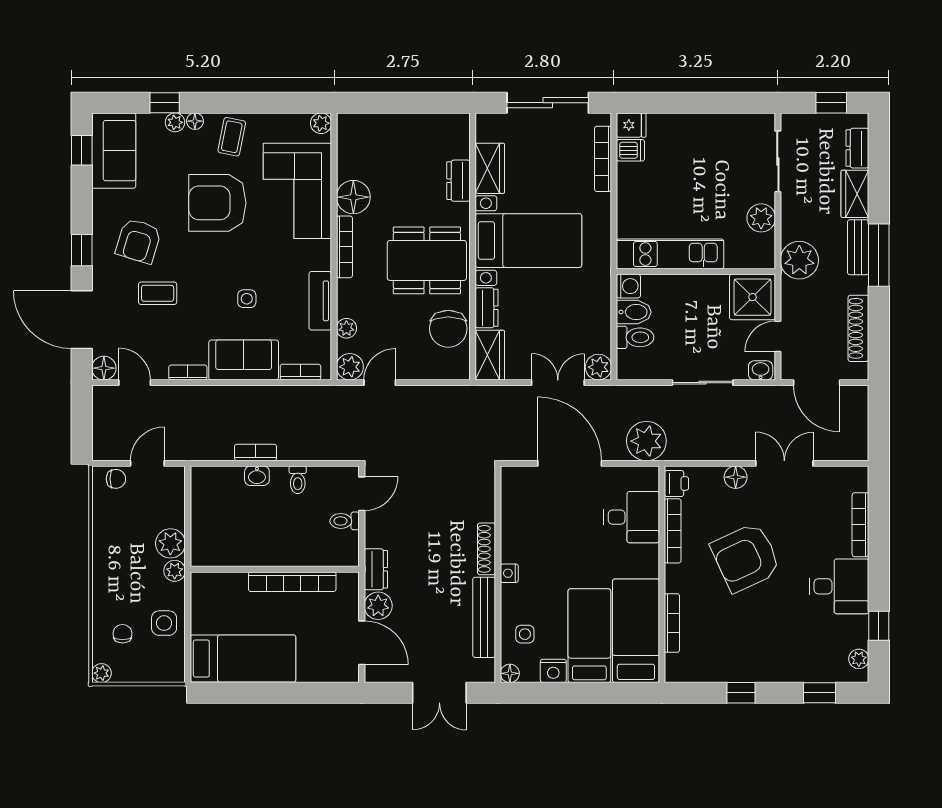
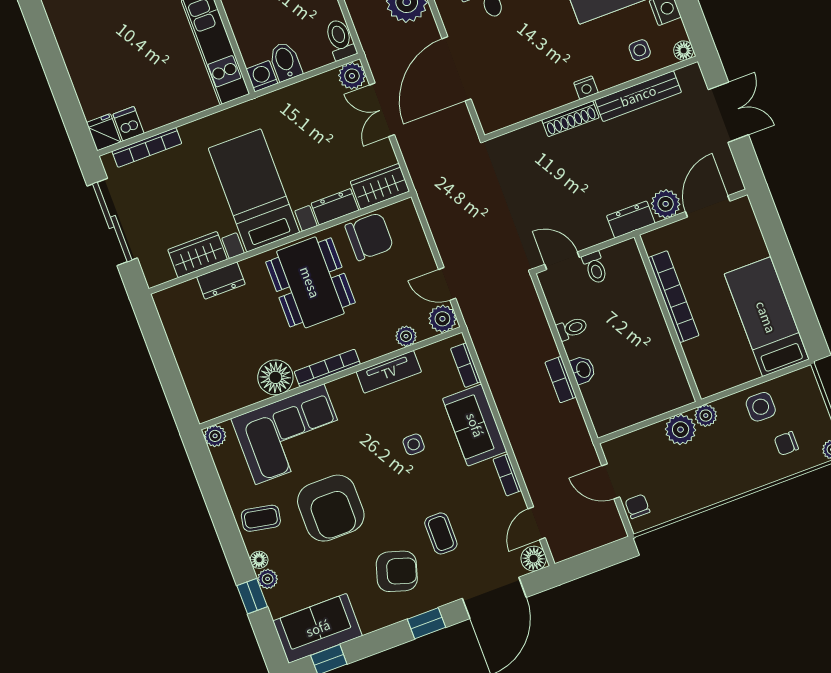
toilet: (635, 337) -> (340, 39), moved

